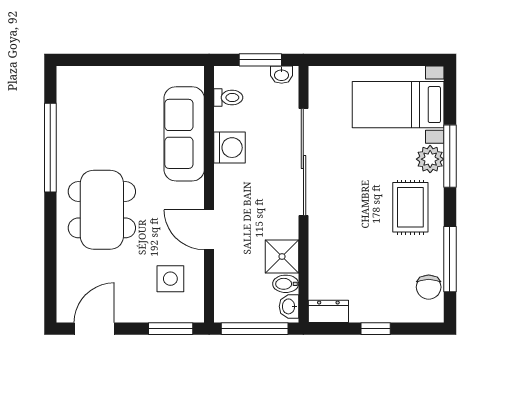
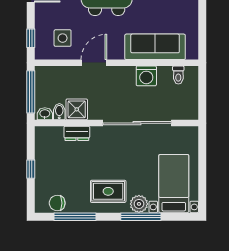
window: (260, 60) -> (202, 96), removed
washbasin: (282, 75) -> (193, 109), removed
dresser: (328, 311) -> (77, 133), moved, turned 90
window: (171, 329) -> (31, 38), width x0.67

